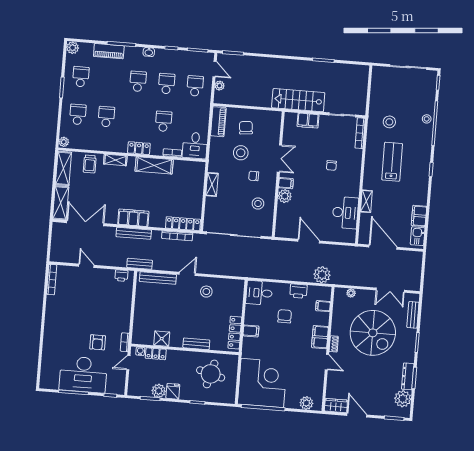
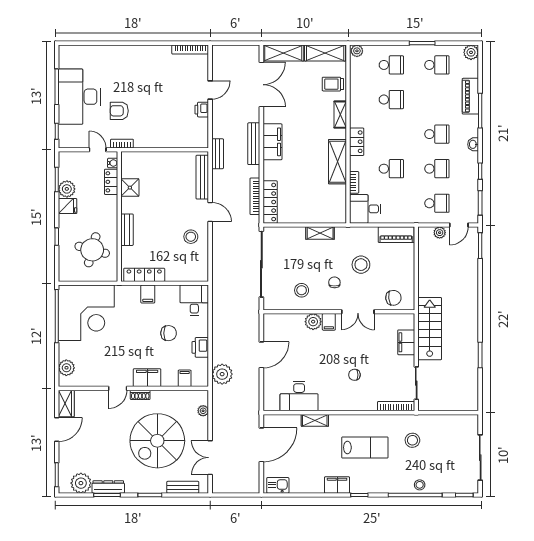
chair: (246, 128) -> (393, 298), moved
filing cabinet: (419, 216) -> (337, 485), moved
printer: (121, 276) -> (202, 110), moved

